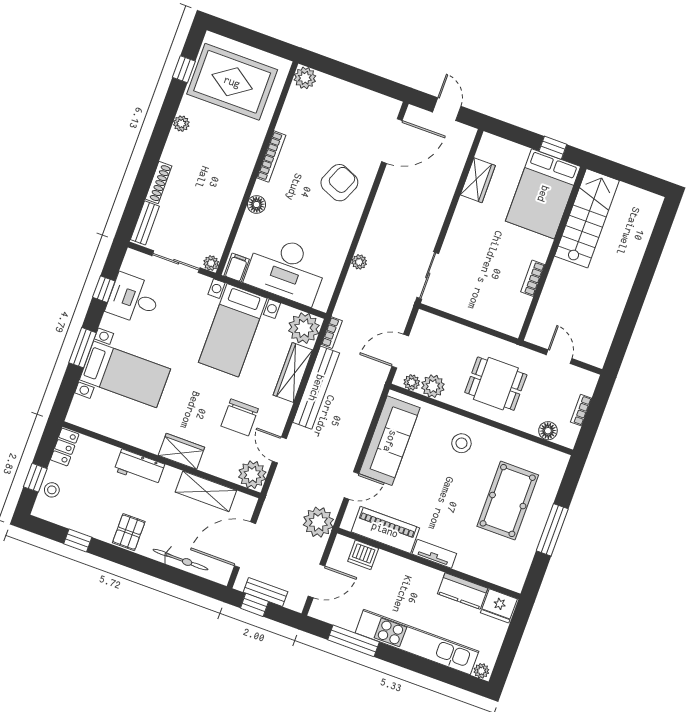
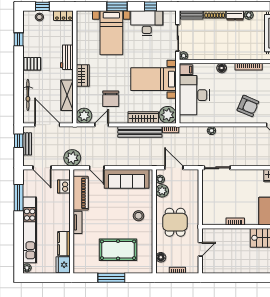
dresser: (173, 148) -> (235, 15), added
desk: (133, 299) -> (147, 23), width x1.37
chair: (240, 417) -> (111, 99), turned -90

